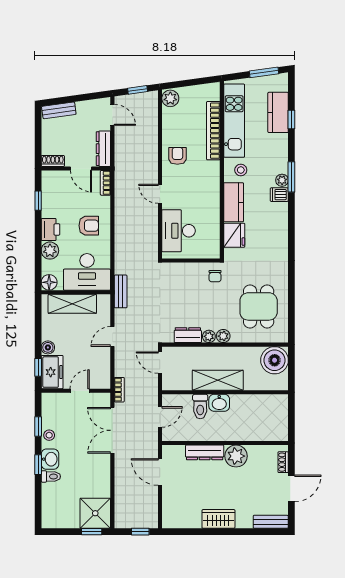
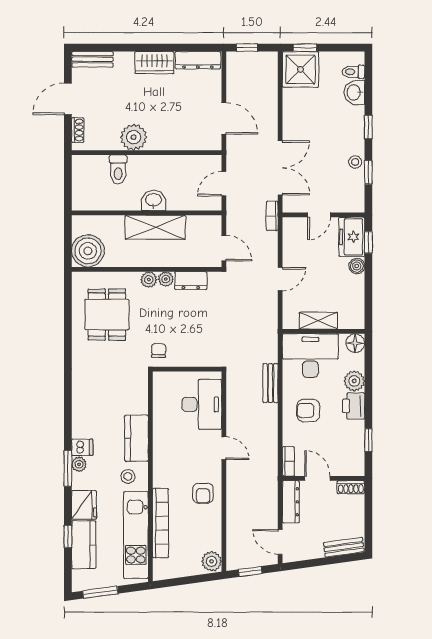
fridge: (234, 235) -> (84, 505), moved, turned 180
bench: (121, 291) -> (271, 383), moved
shelving: (72, 304) -> (318, 321), width x0.67, depth x0.75
toilet: (200, 407) -> (118, 170), moved, turned 180
dresser: (205, 452) -> (198, 60), moved, turned 180
washbasin: (50, 459) -> (354, 92), moved
toilet: (51, 476) -> (353, 72), moved

